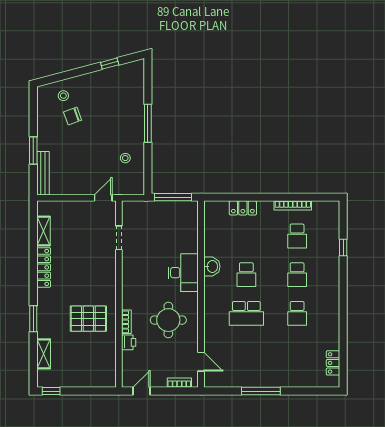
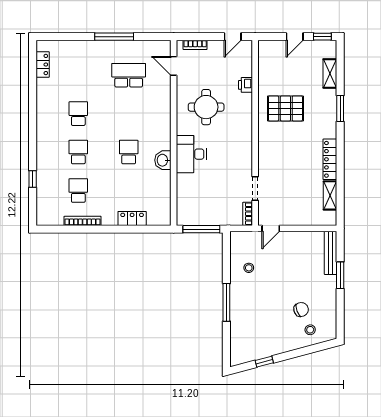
school desk: (246, 313) -> (129, 75), moved
bookcase: (126, 322) -> (248, 214), moved
door: (79, 391) -> (295, 37), added

